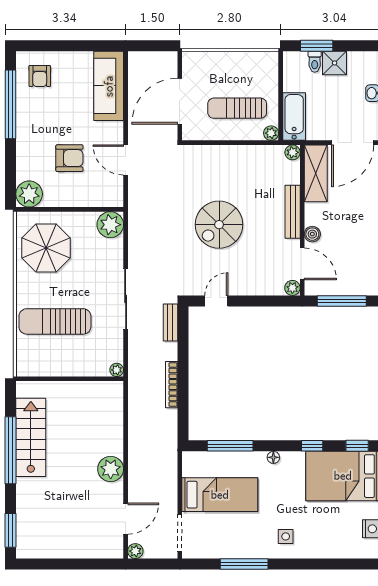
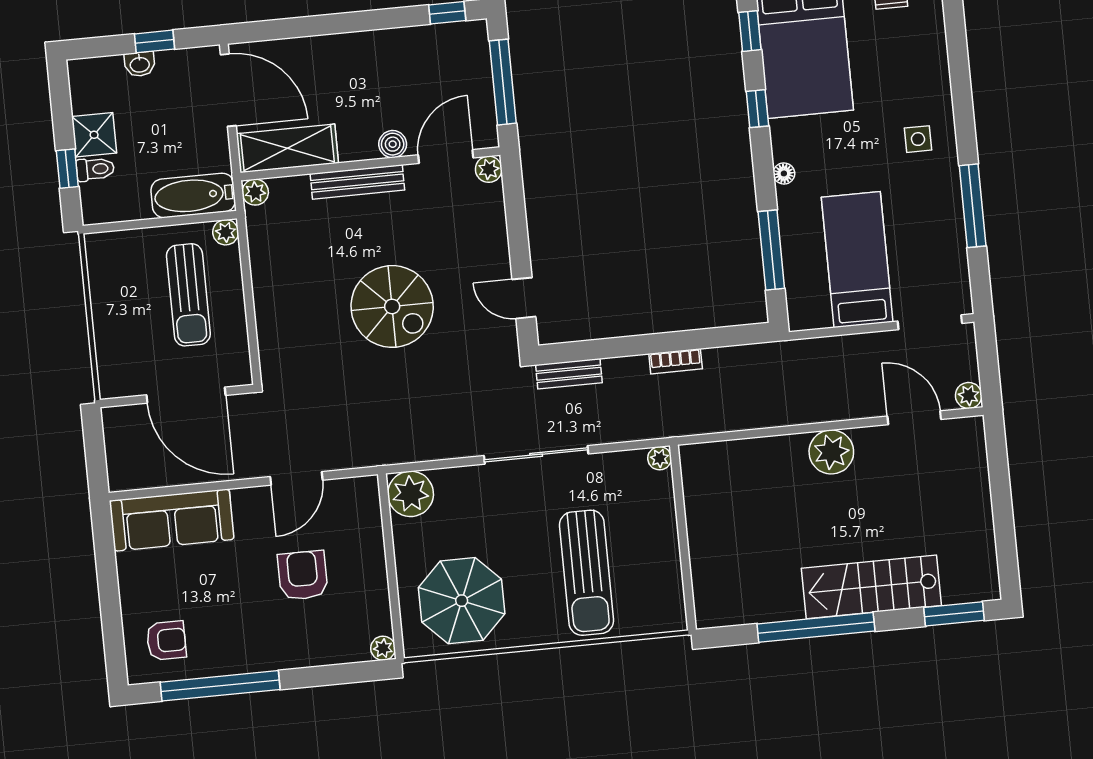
window: (317, 46) -> (67, 169), width x0.67
plant: (29, 194) -> (383, 648), width x0.53, depth x0.53
bookcase: (172, 385) -> (676, 361), width x0.64
stairs: (31, 437) -> (871, 587), moved

